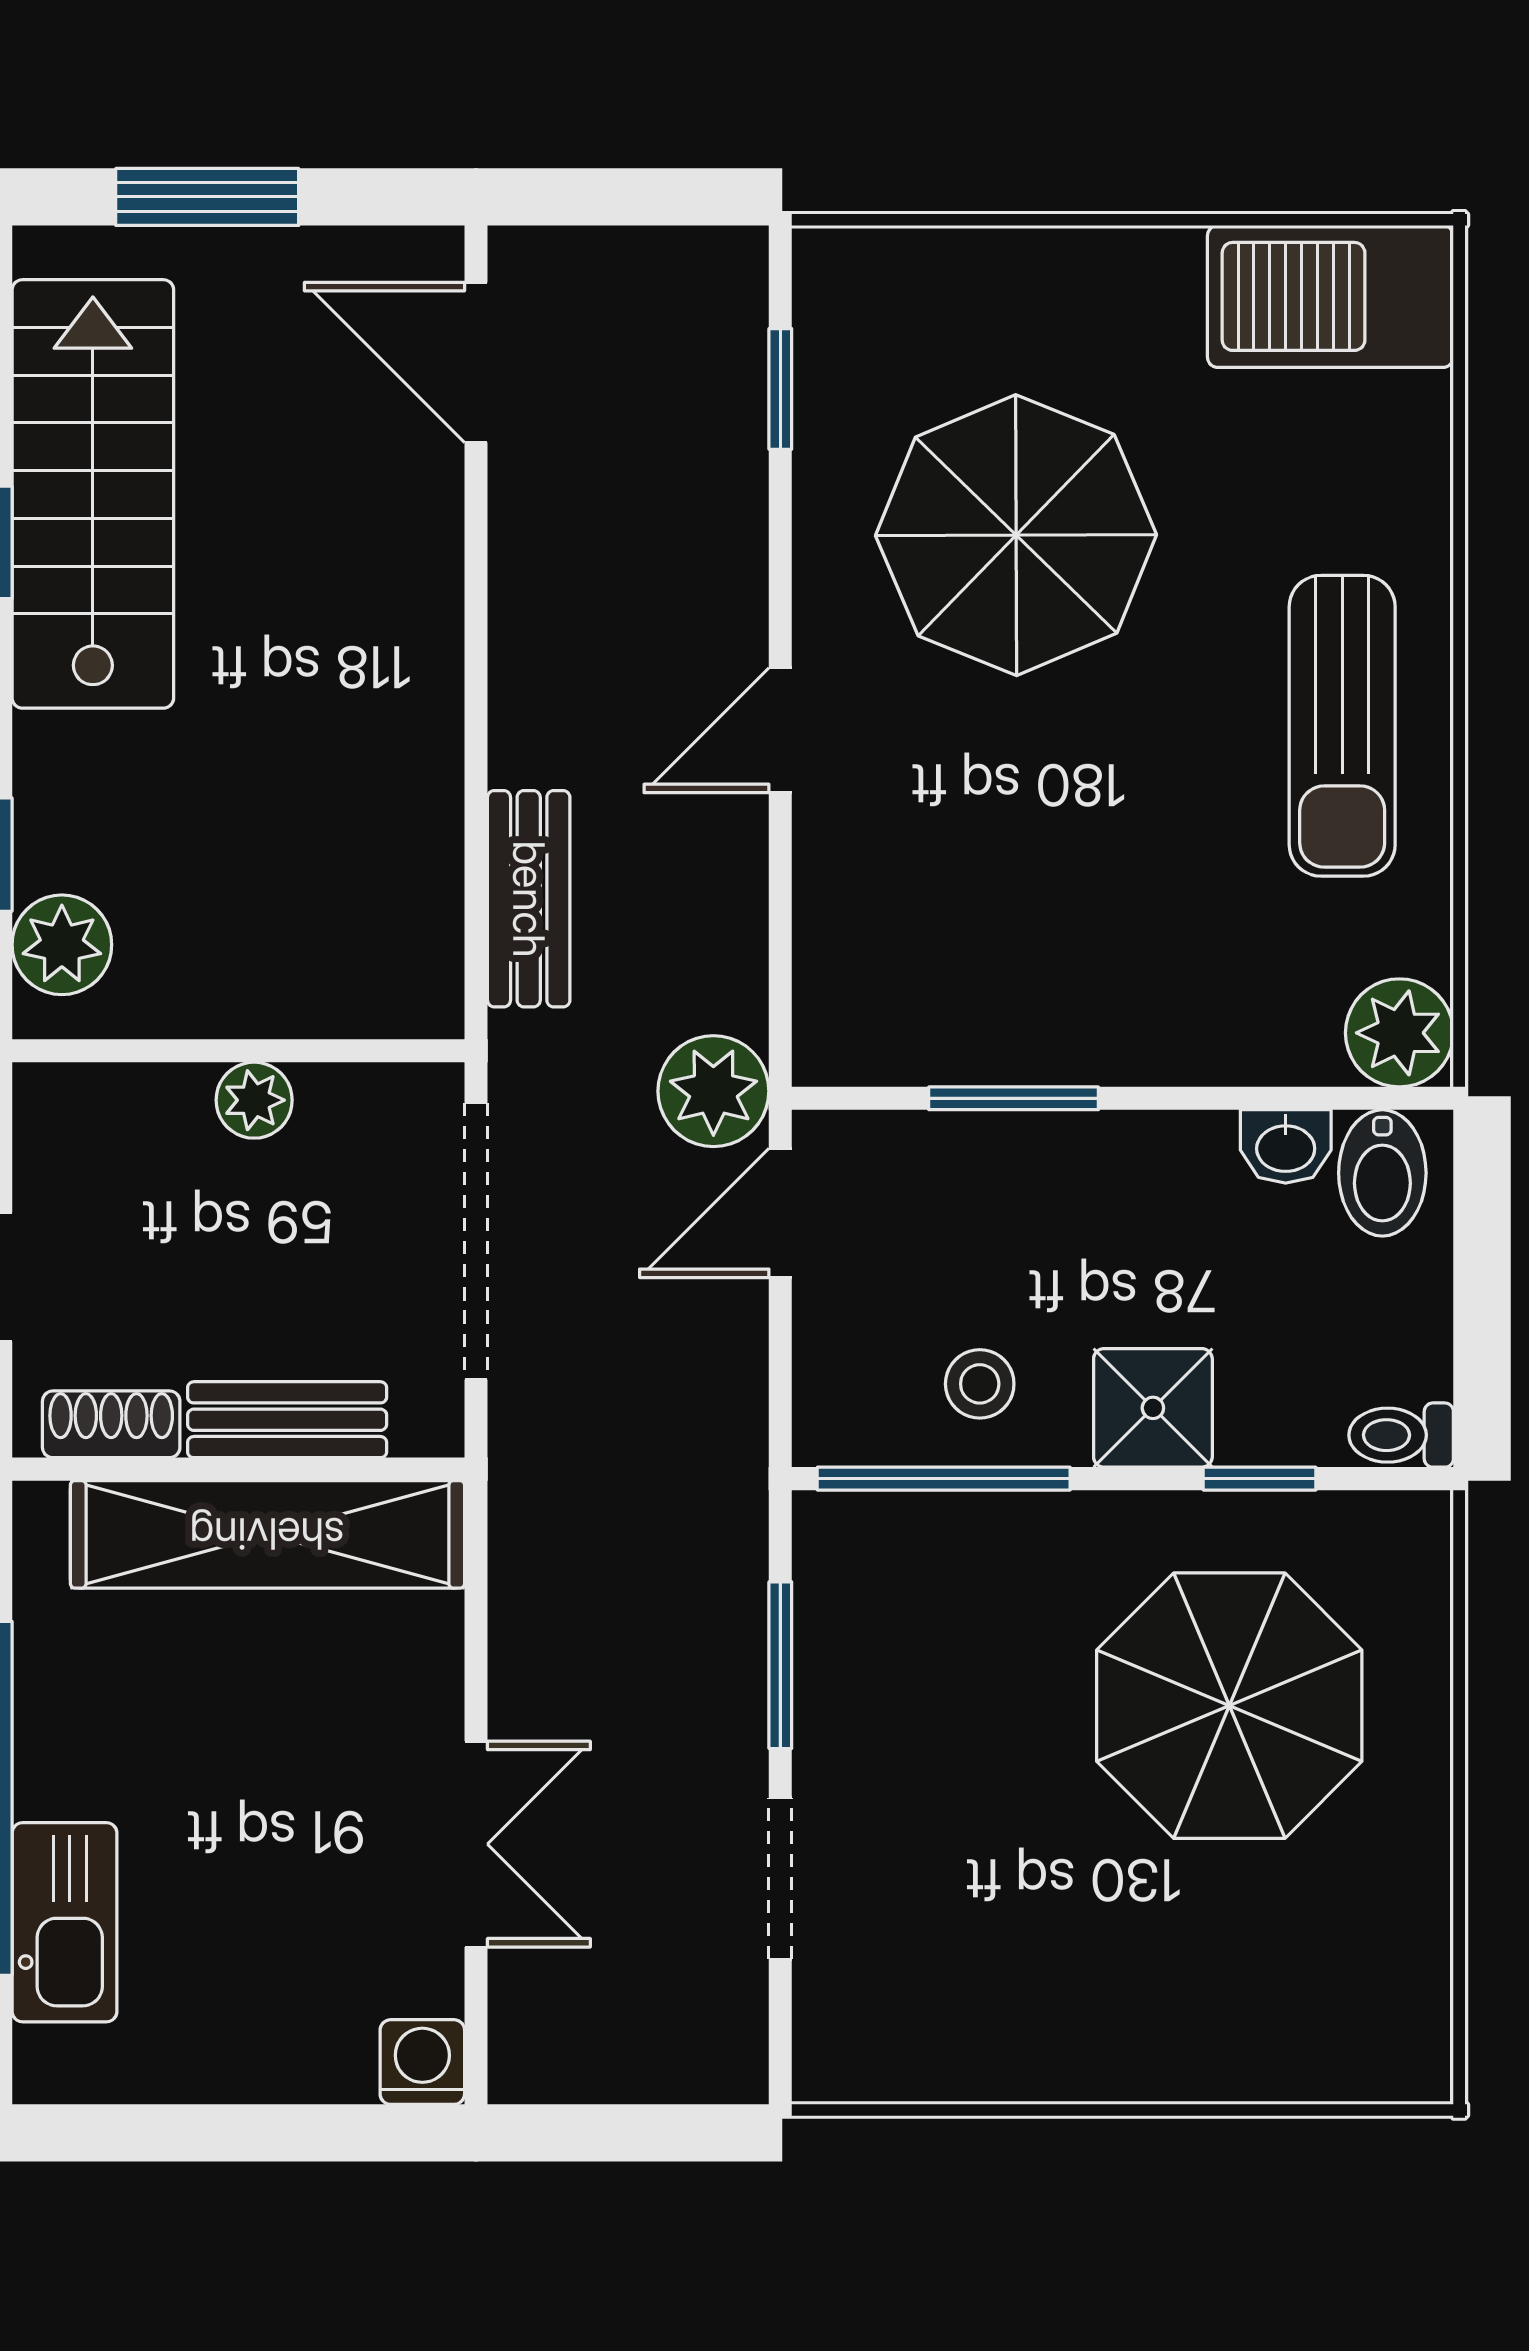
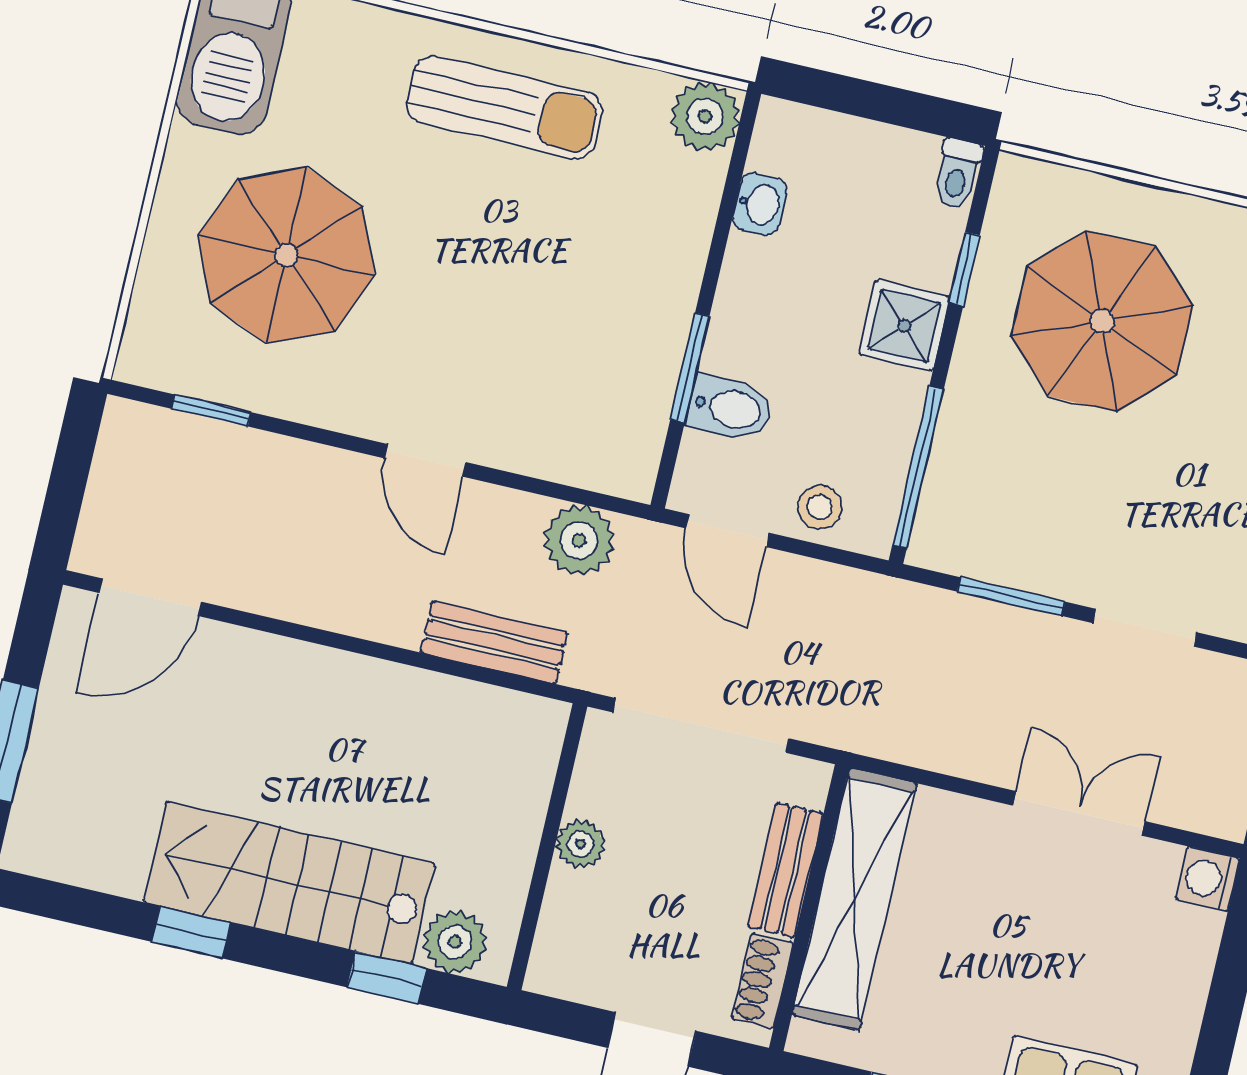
stairs: (93, 494) -> (289, 883), moved
parasol: (1016, 535) -> (286, 255), moved
plant: (713, 1091) -> (579, 540), moved
bidet: (1382, 1173) -> (730, 408), moved
stool: (980, 1384) -> (820, 507), moved

